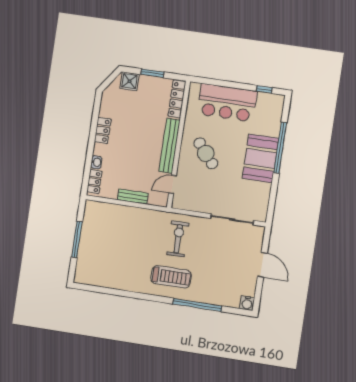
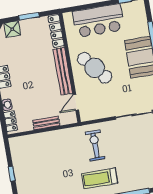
cafe table: (206, 153) -> (95, 68), width x1.37, depth x1.35
window: (77, 239) -> (12, 174), width x0.46
treadmill: (171, 277) -> (100, 178), turned 180

